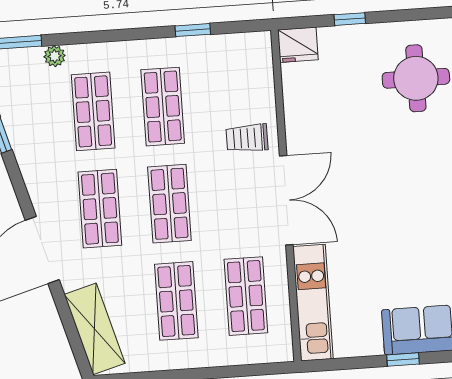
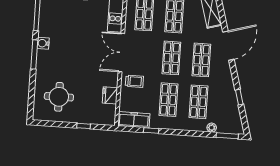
fridge: (298, 45) -> (110, 95), moved, turned -90
freezer: (236, 49) -> (134, 120), added

